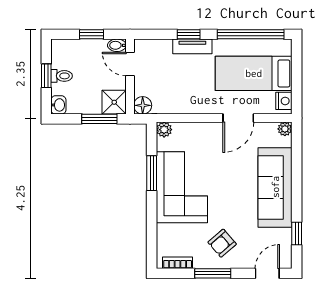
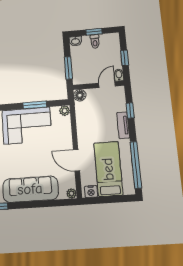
window: (189, 34) -> (130, 111), moved
shower: (114, 102) -> (80, 77), removed

